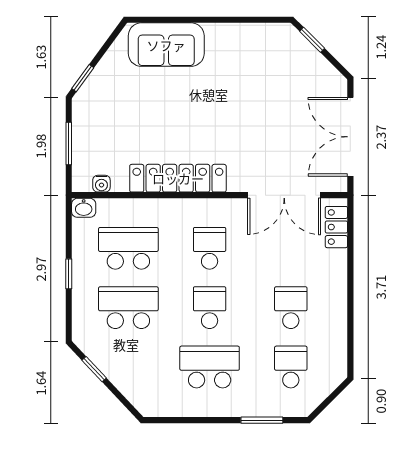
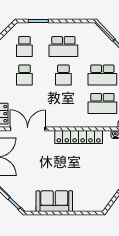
sofa: (166, 45) -> (54, 201), moved
school desk: (210, 248) -> (63, 103), removed

